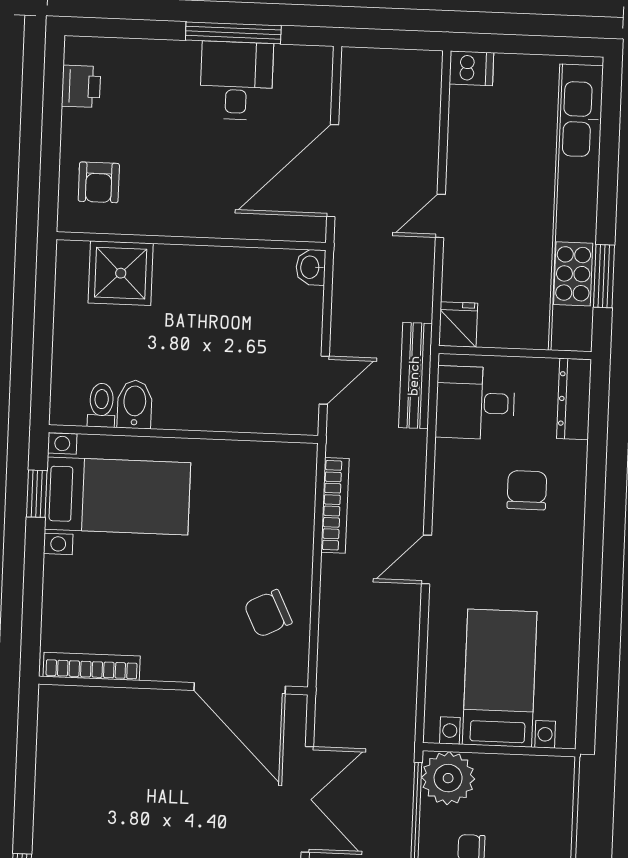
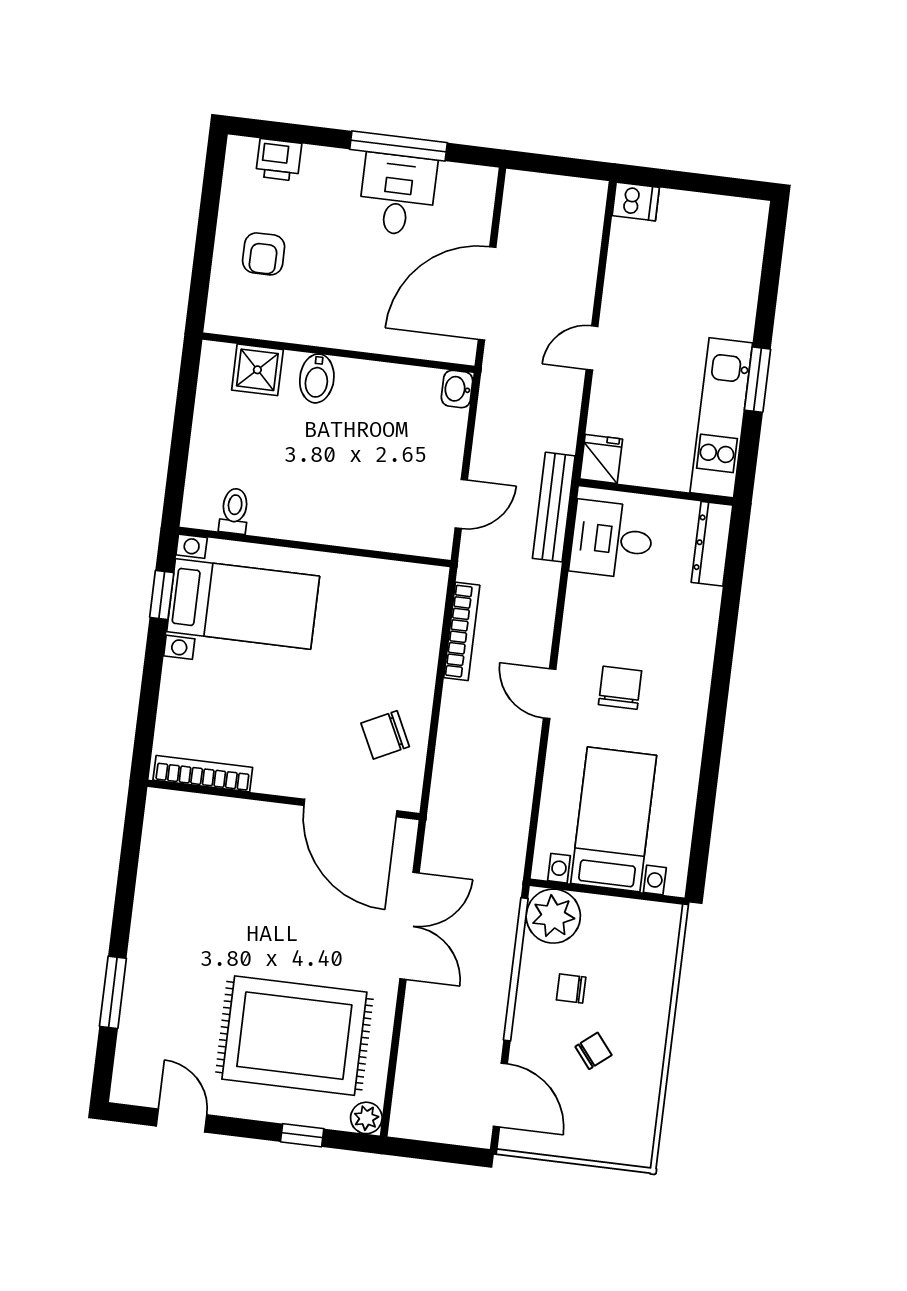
printer: (81, 86) -> (279, 160), moved, turned 90
armchair: (99, 182) -> (264, 254), moved
kitchen unit: (576, 208) -> (721, 418), width x0.54
shower: (121, 273) -> (257, 370), width x0.73, depth x0.73
window: (604, 276) -> (757, 380), moved
bidet: (135, 404) -> (317, 378), moved, turned 180
chair: (527, 490) -> (620, 688), moved
door: (426, 559) -> (550, 694), hinge flipped

